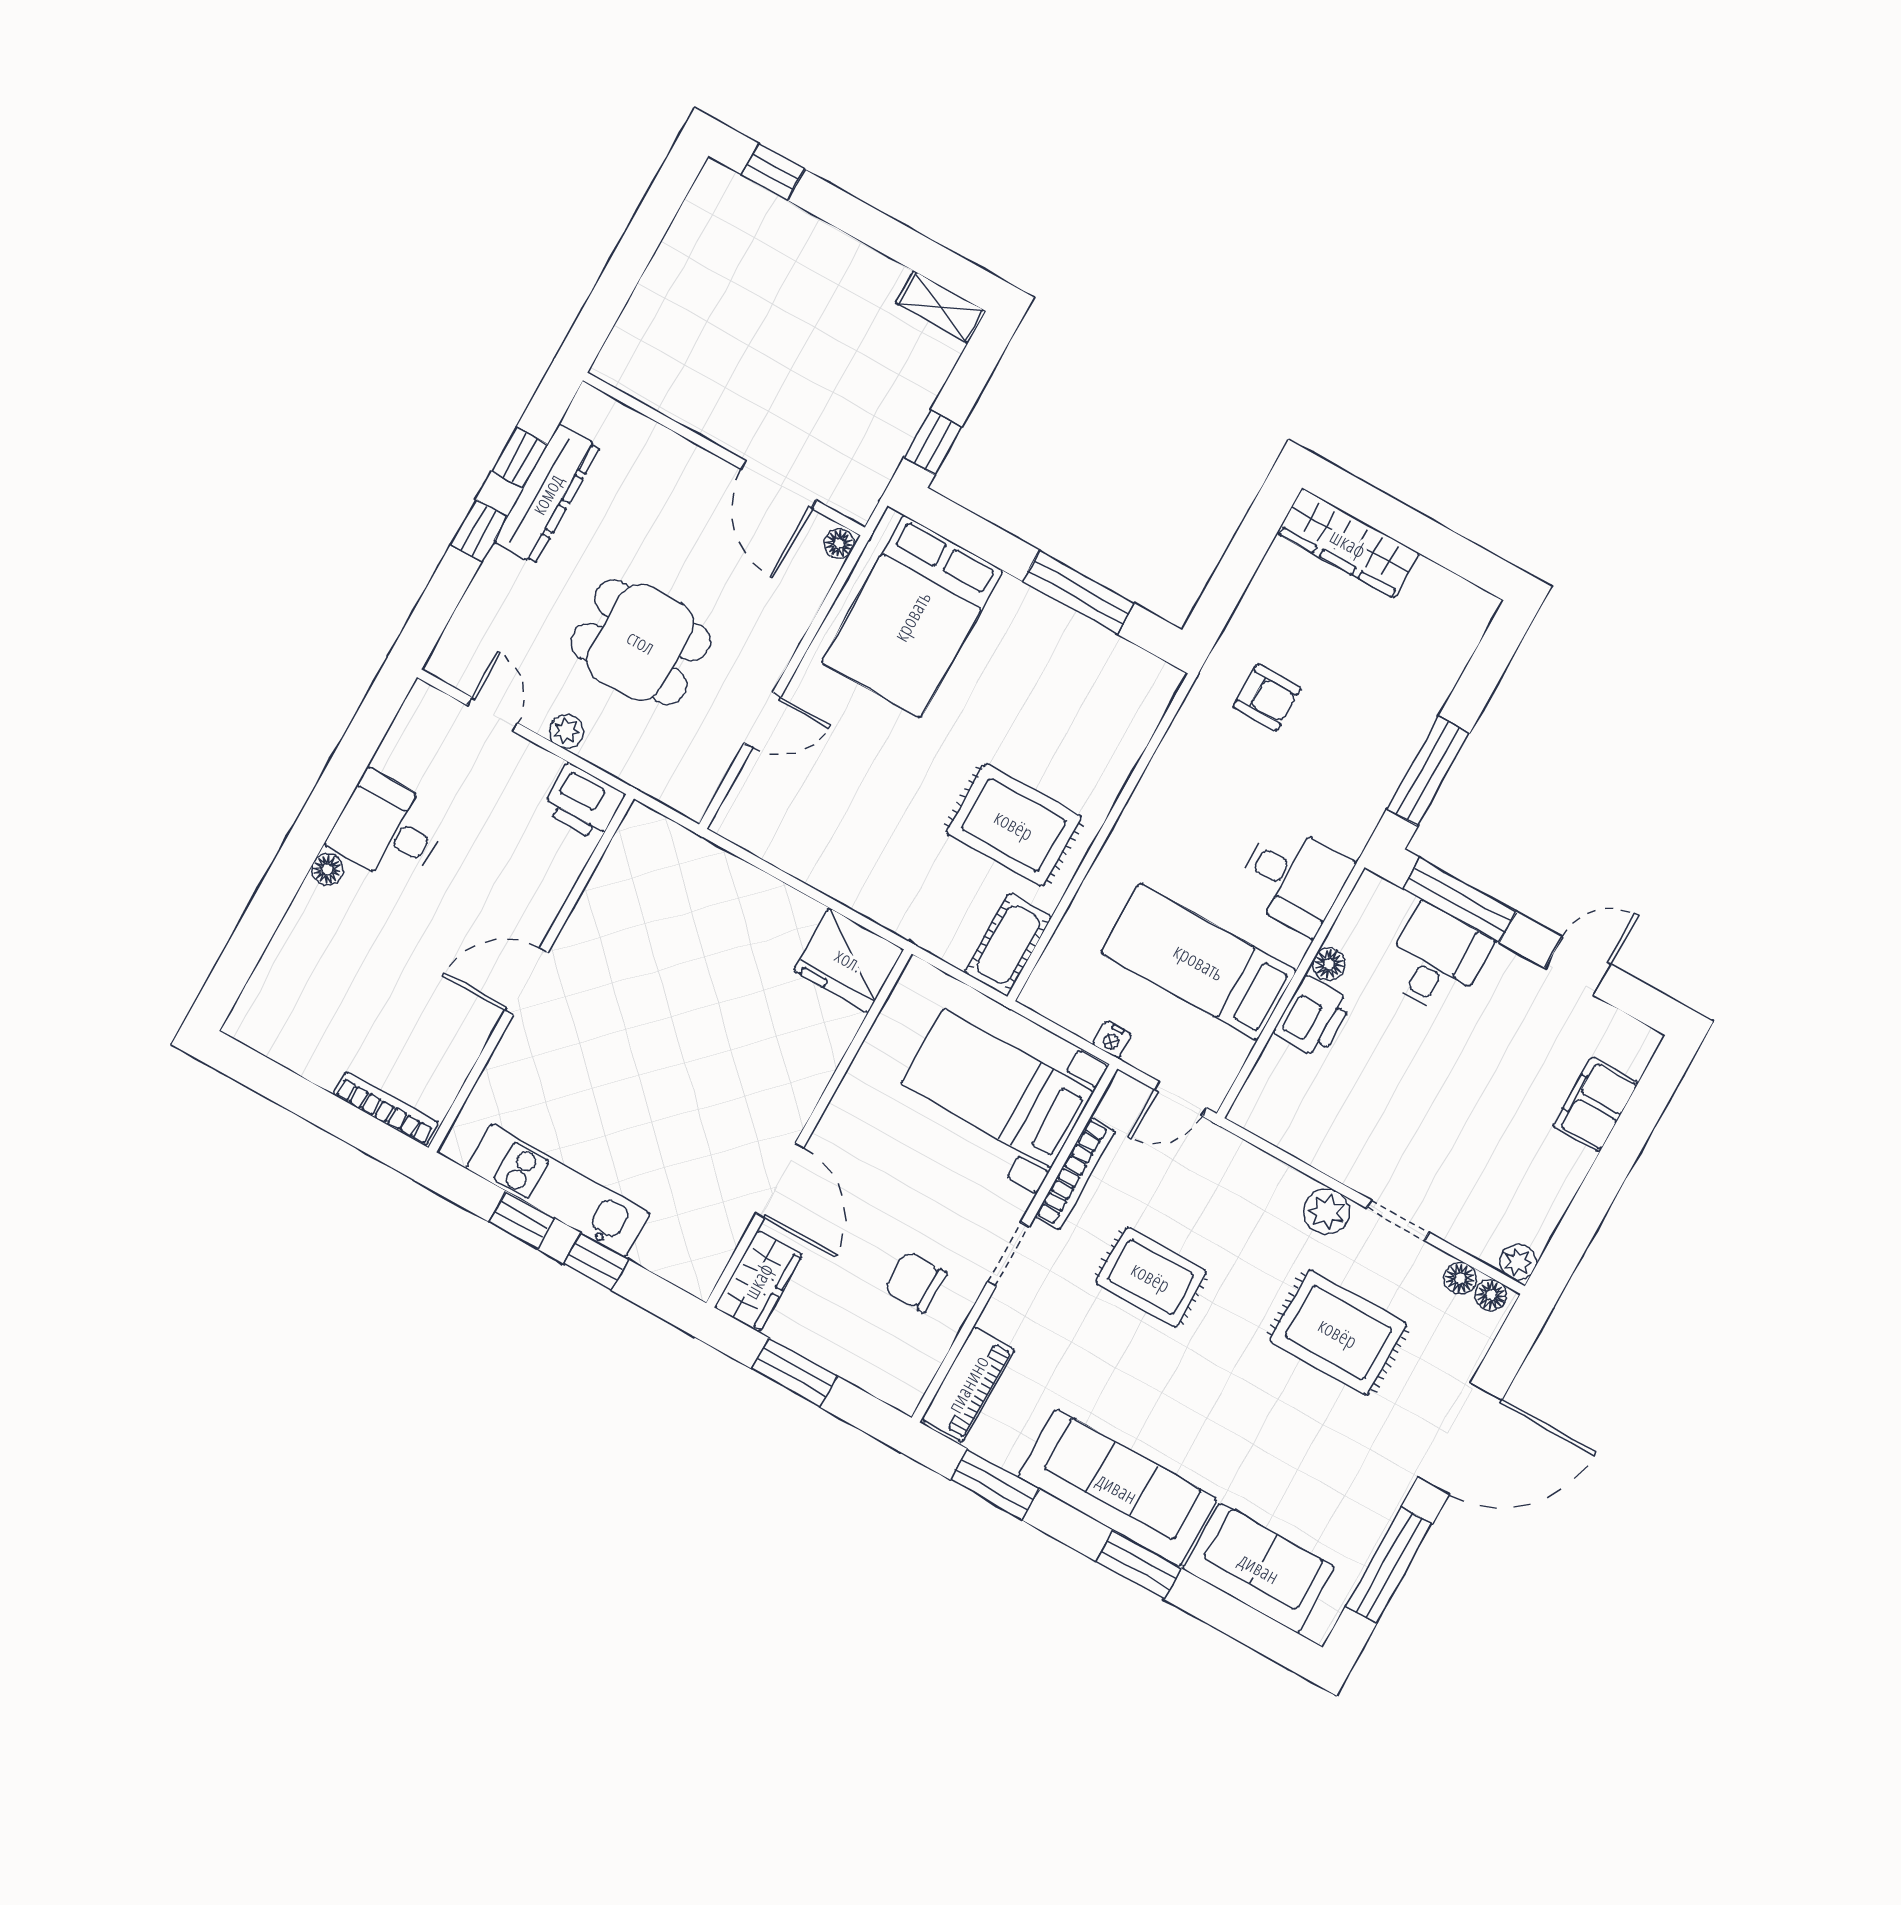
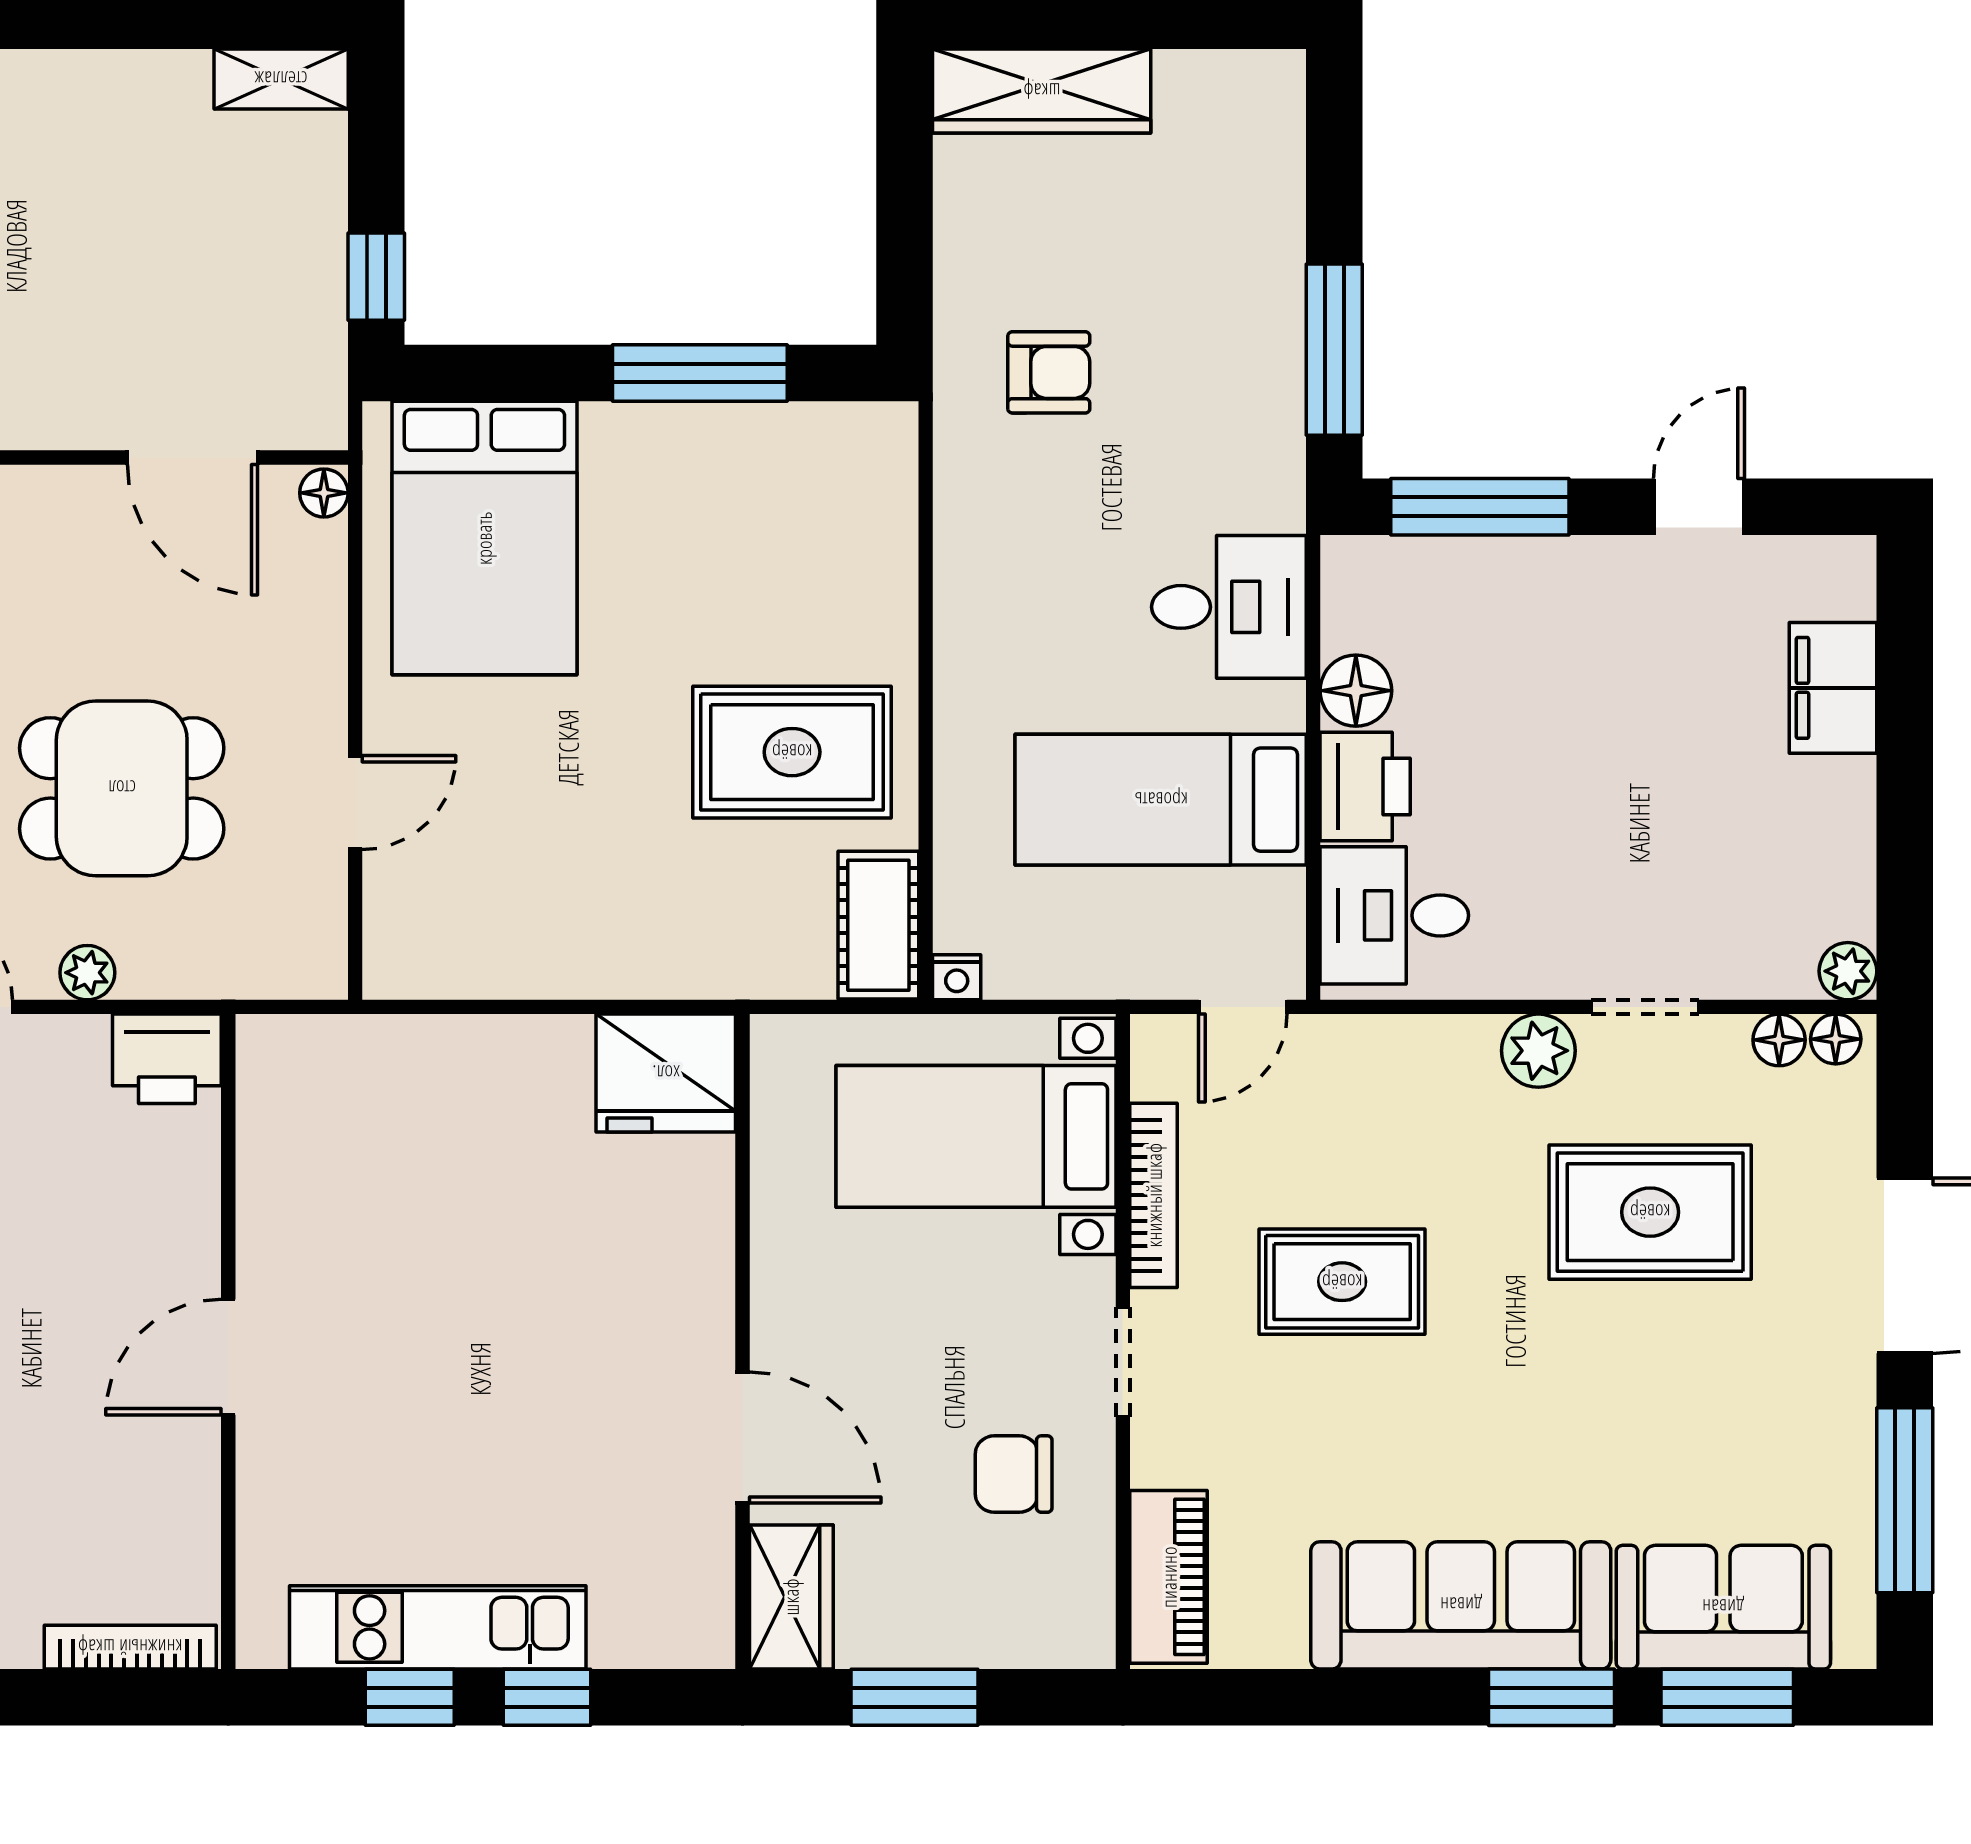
desk: (1436, 960) -> (1394, 915), moved, turned -90
floor lamp: (1329, 964) -> (1356, 691), width x1.37, depth x1.37
nightstand: (1112, 1039) -> (957, 977), moved
window: (995, 1484) -> (1727, 1697), moved

